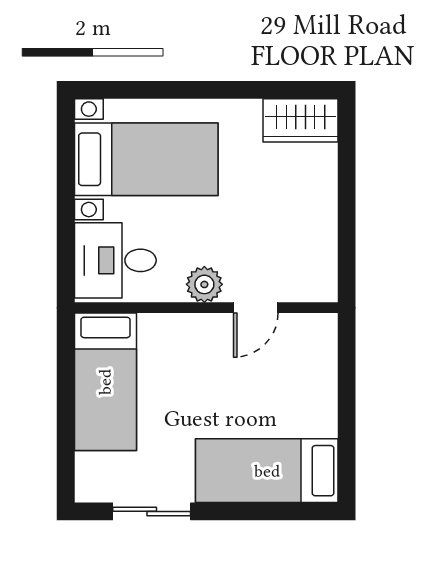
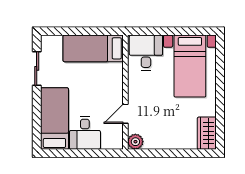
plant: (204, 284) -> (135, 142), moved
door: (256, 308) -> (125, 114), hinge flipped
desk: (300, 401) -> (85, 133), added

